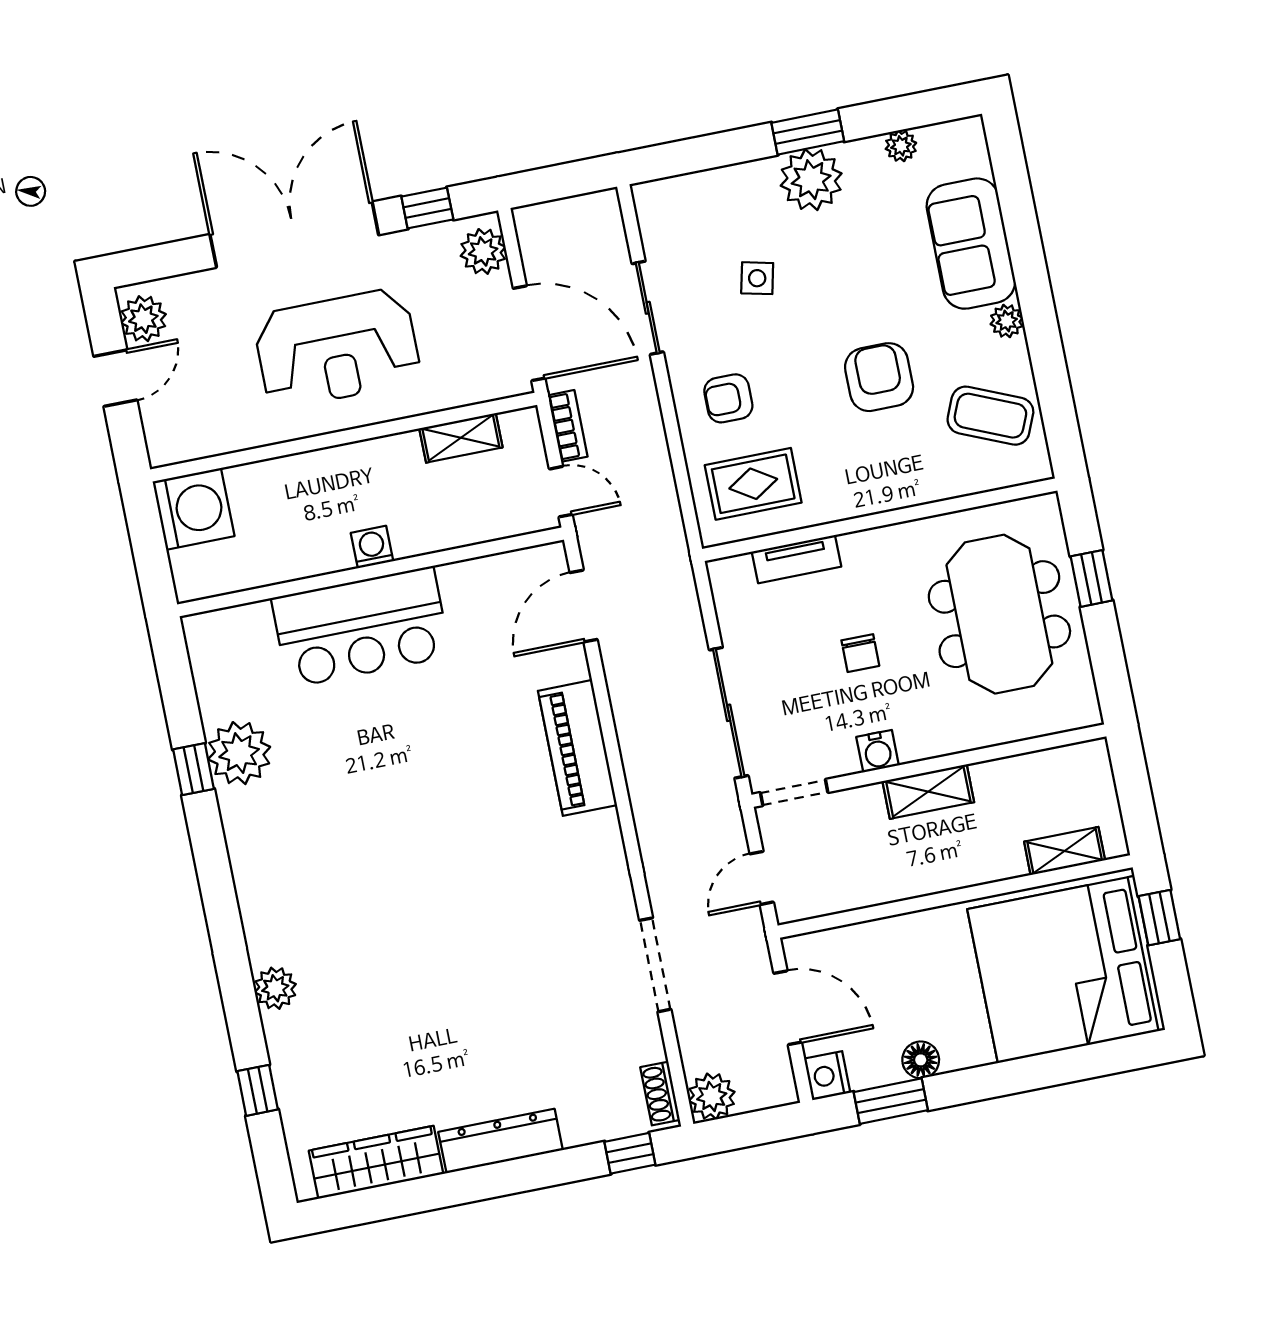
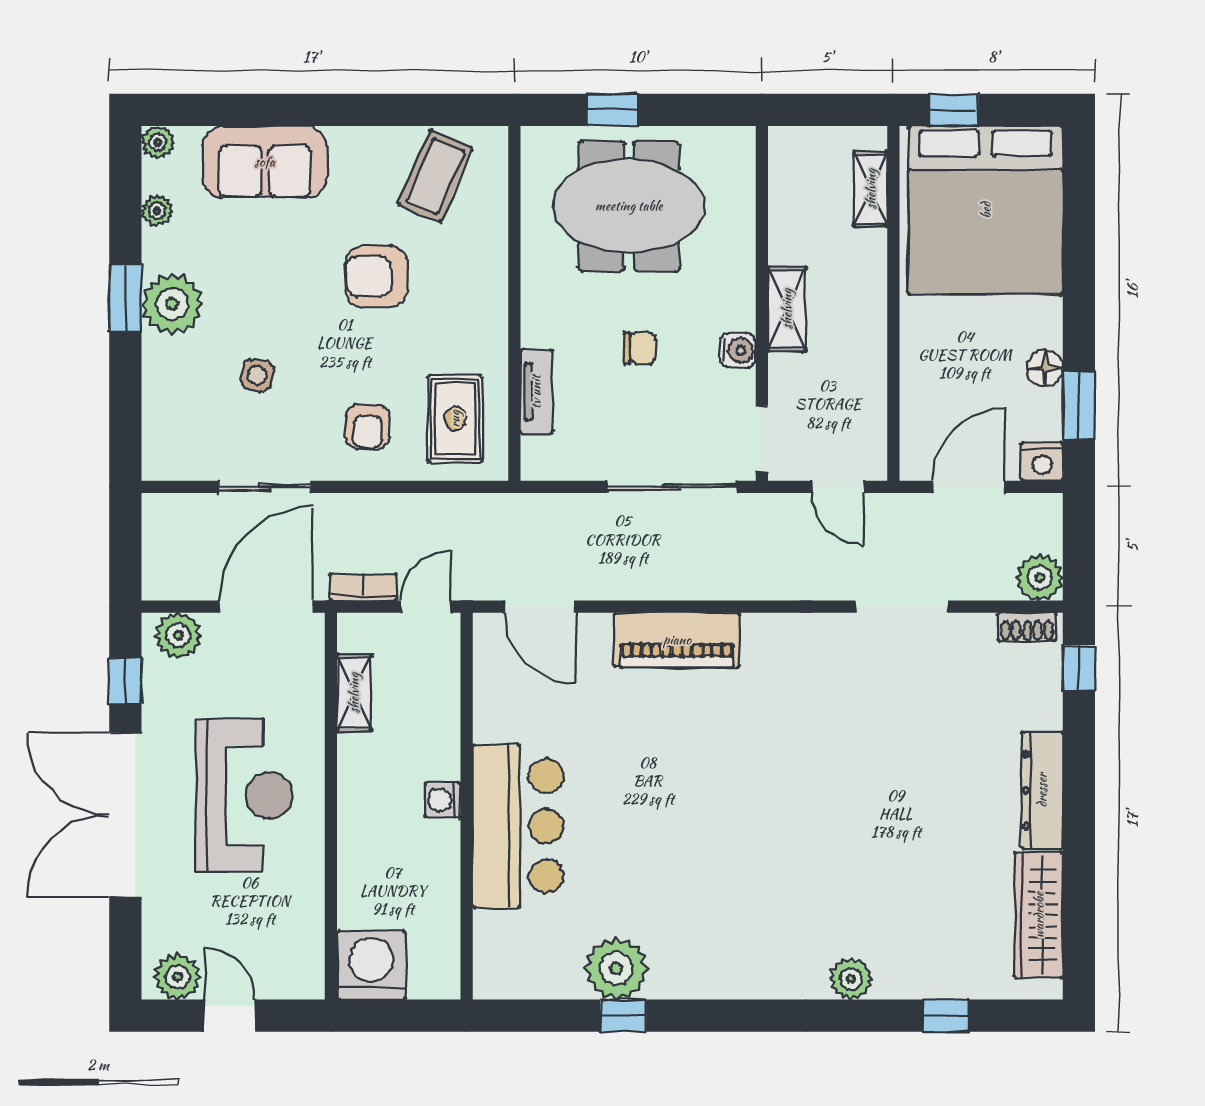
plant: (1007, 321) -> (158, 142), moved

